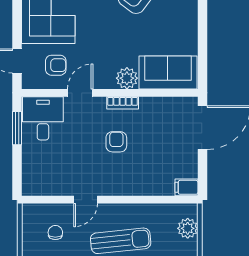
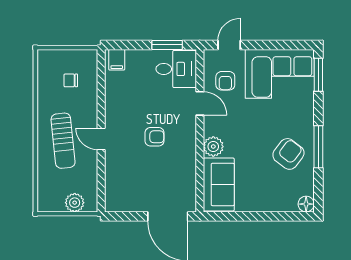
bookcase: (123, 103) -> (191, 143), removed
filing cabinet: (186, 187) -> (117, 60), moved, turned 180
door: (86, 200) -> (101, 139), moved
chair: (55, 233) -> (71, 80), turned 180

